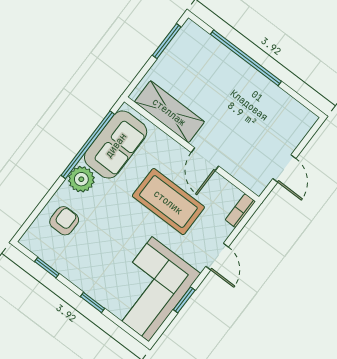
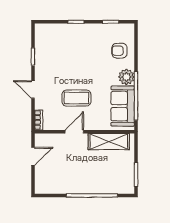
door: (205, 159) -> (74, 132), hinge flipped
door: (284, 168) -> (33, 156), swing flipped
coffee table: (168, 202) -> (76, 98), width x0.73, depth x0.76
armchair: (64, 221) -> (119, 51), turned 90
corner sofa: (150, 289) -> (53, 49), removed

